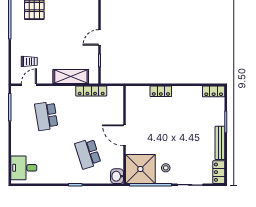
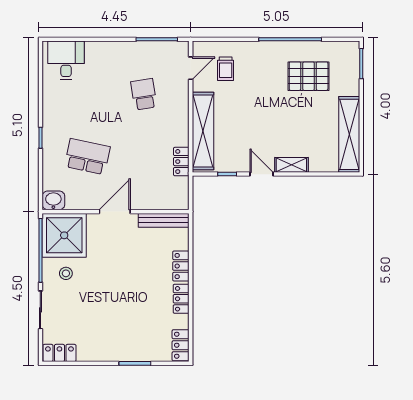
shelving: (93, 18) -> (291, 165), added
shelving: (71, 77) -> (203, 131), width x1.47
door: (29, 85) -> (191, 68), hinge flipped
locker: (91, 91) -> (181, 162), width x0.66
locker: (183, 91) -> (181, 299), added
school desk: (46, 116) -> (144, 94), width x0.54
bench: (220, 143) -> (164, 220), moved
school desk: (88, 154) -> (87, 157), turned 30

